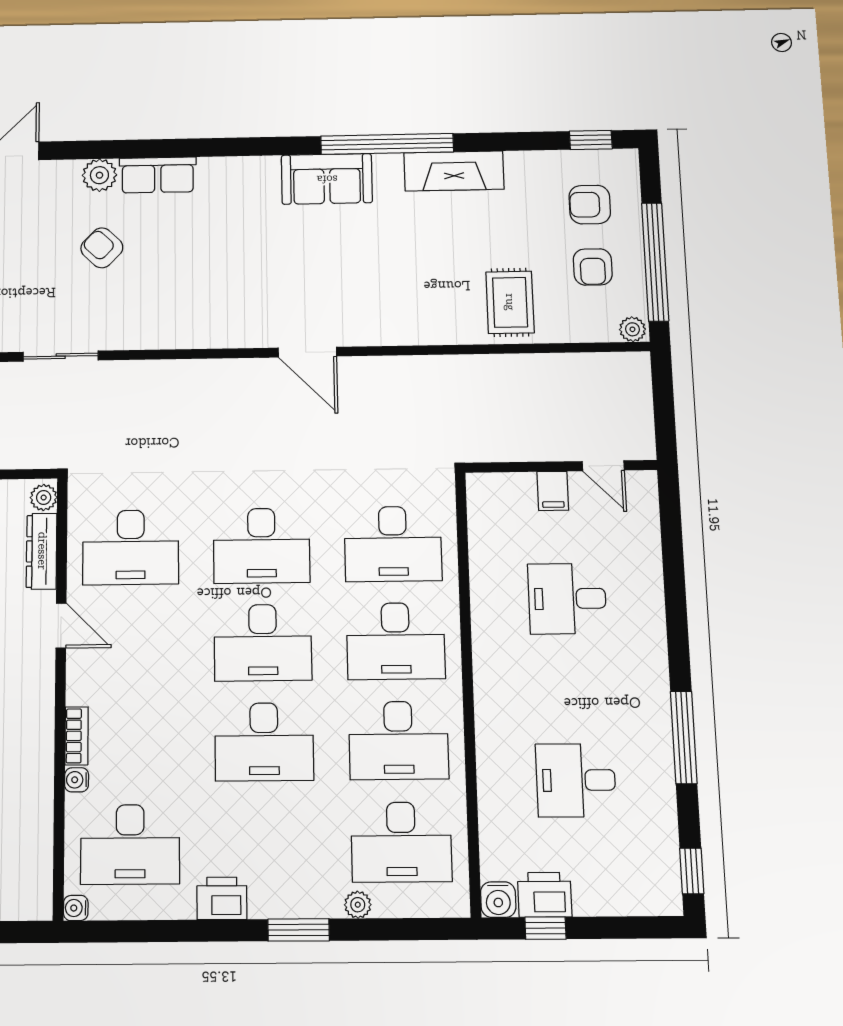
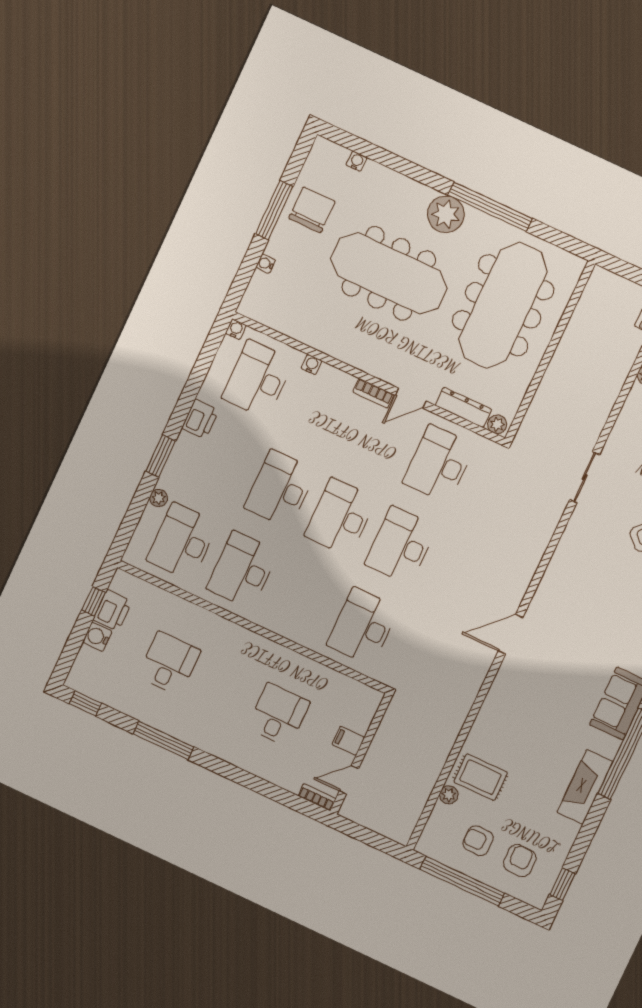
plant: (632, 329) -> (449, 795), moved
bookcase: (648, 496) -> (317, 797), added
desk: (396, 641) -> (303, 598), removed
bookcase: (77, 736) -> (373, 393), moved
water cooler: (498, 900) -> (97, 637), moved

